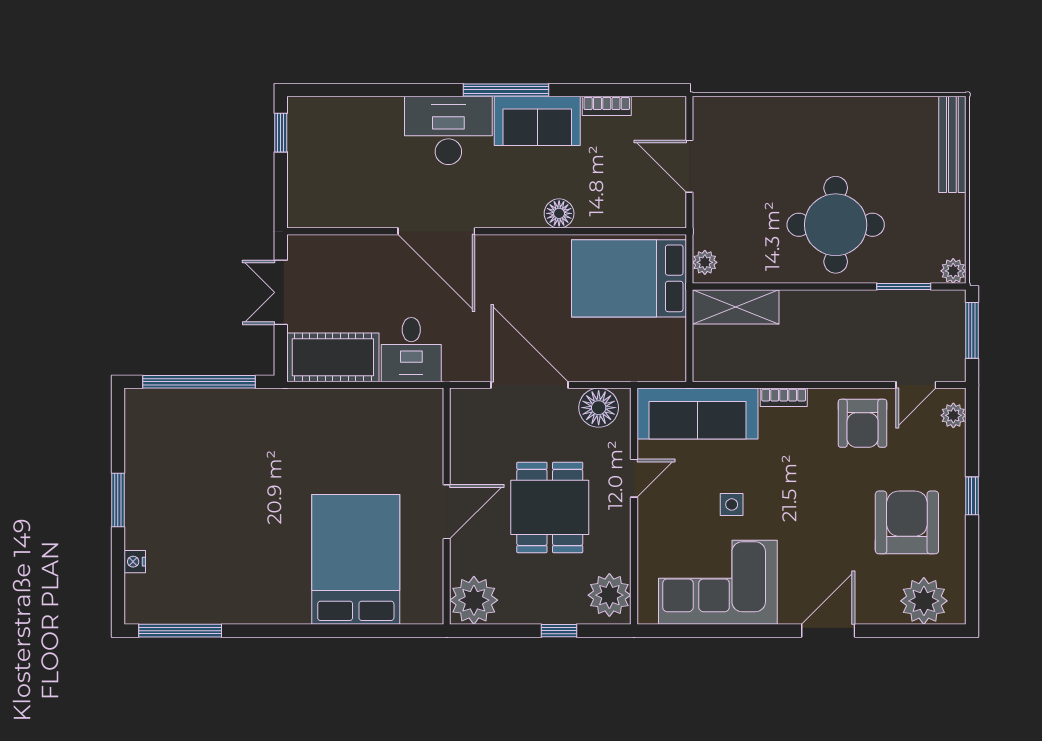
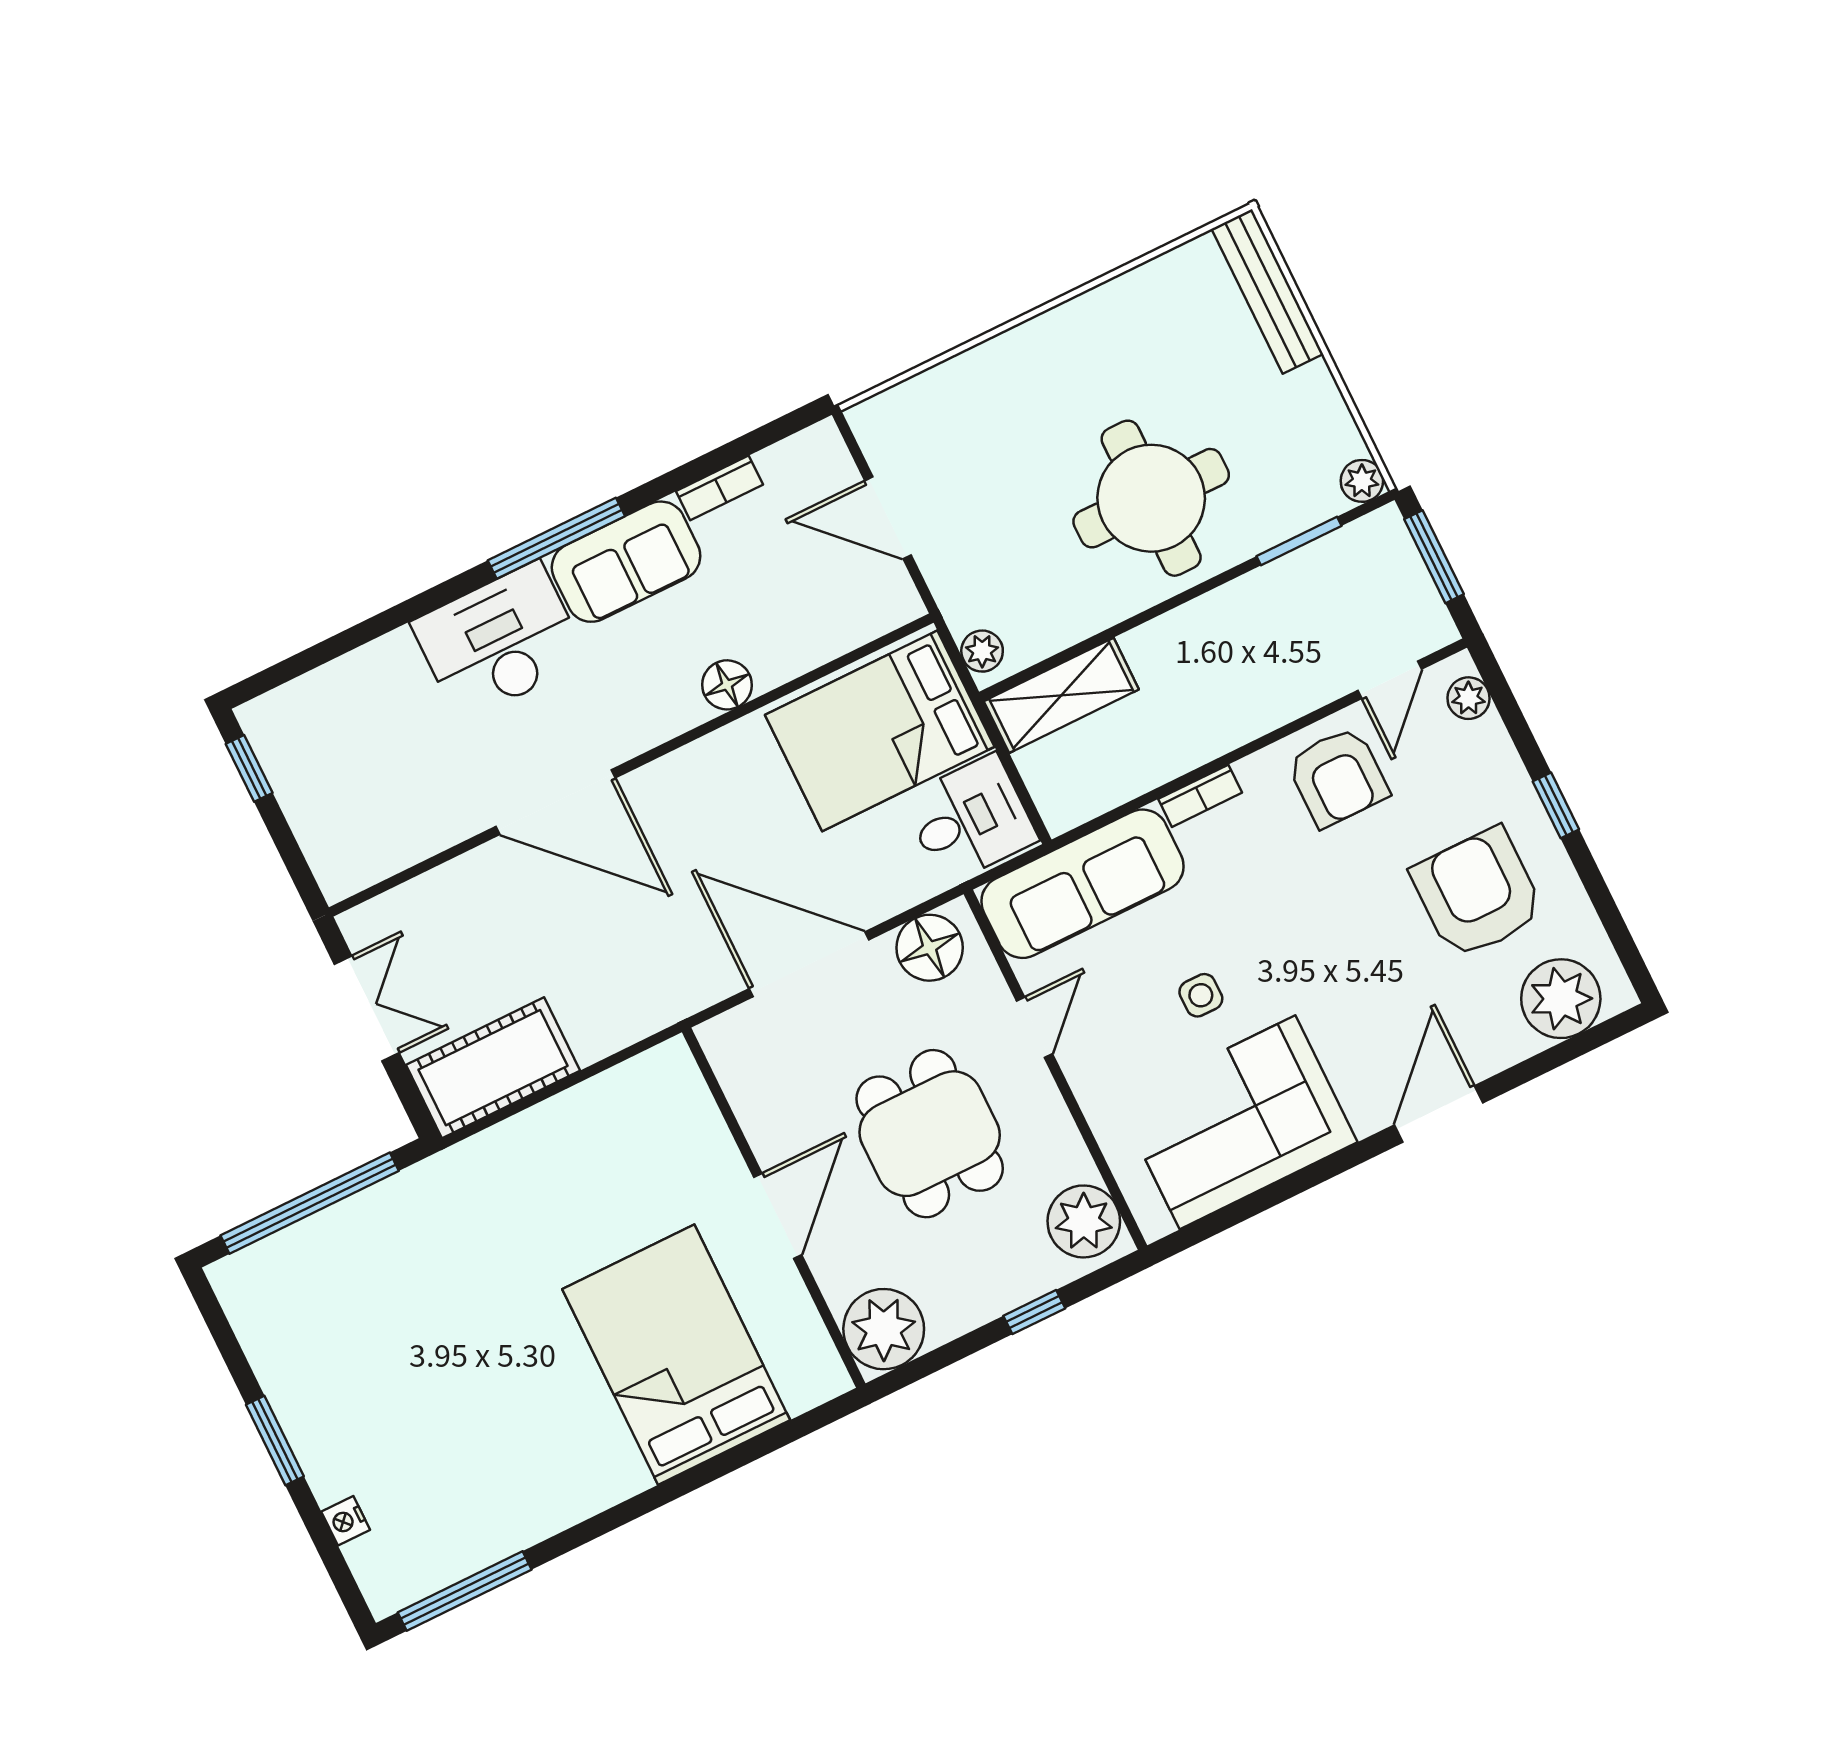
double door: (281, 292) -> (367, 1008), swing flipped
desk: (411, 350) -> (970, 819), moved, turned -90

